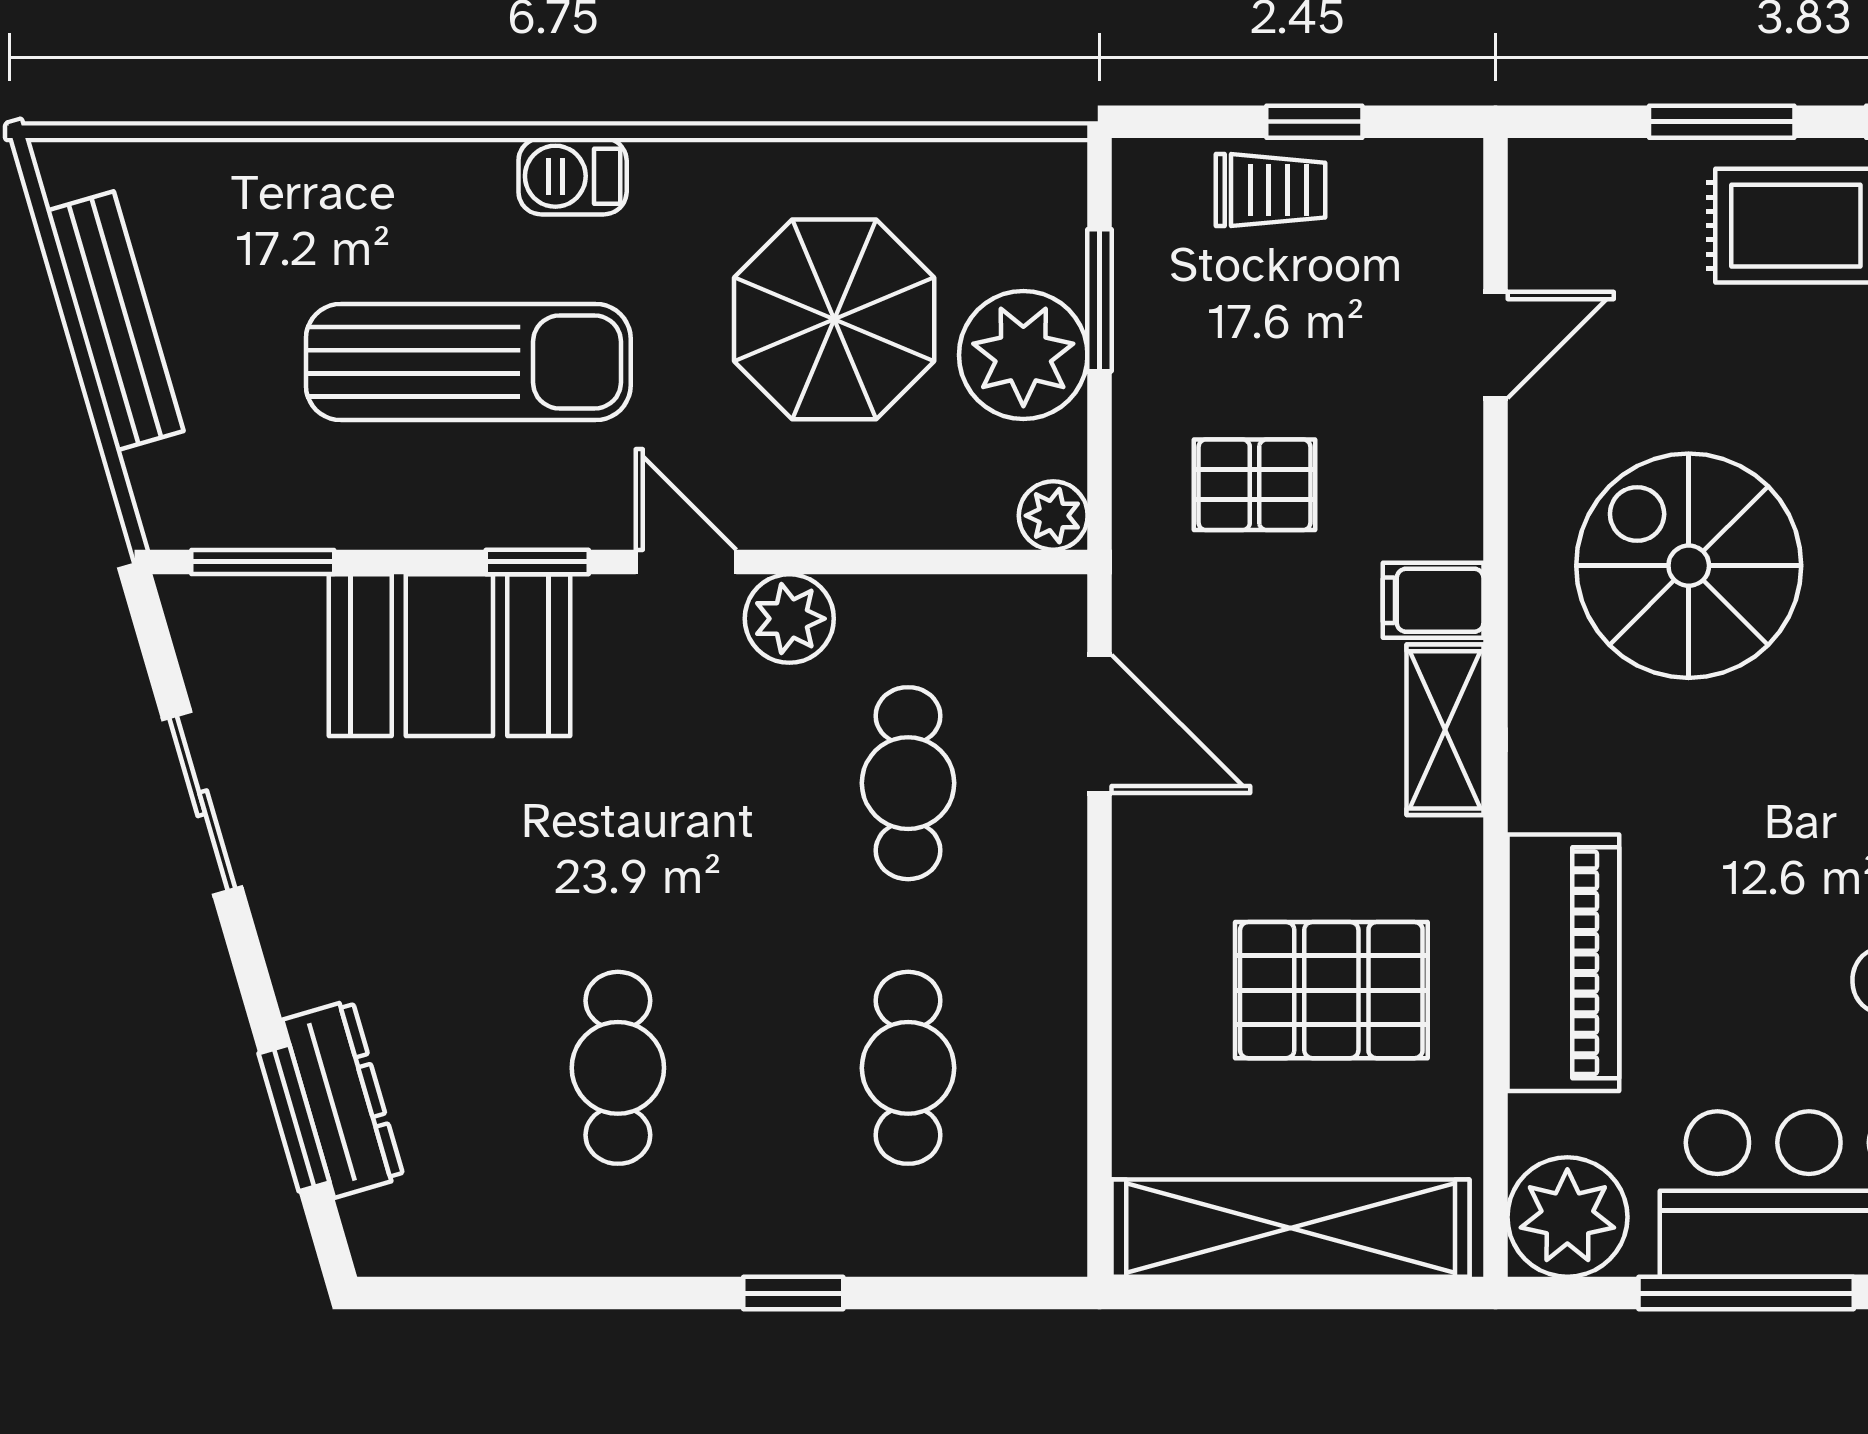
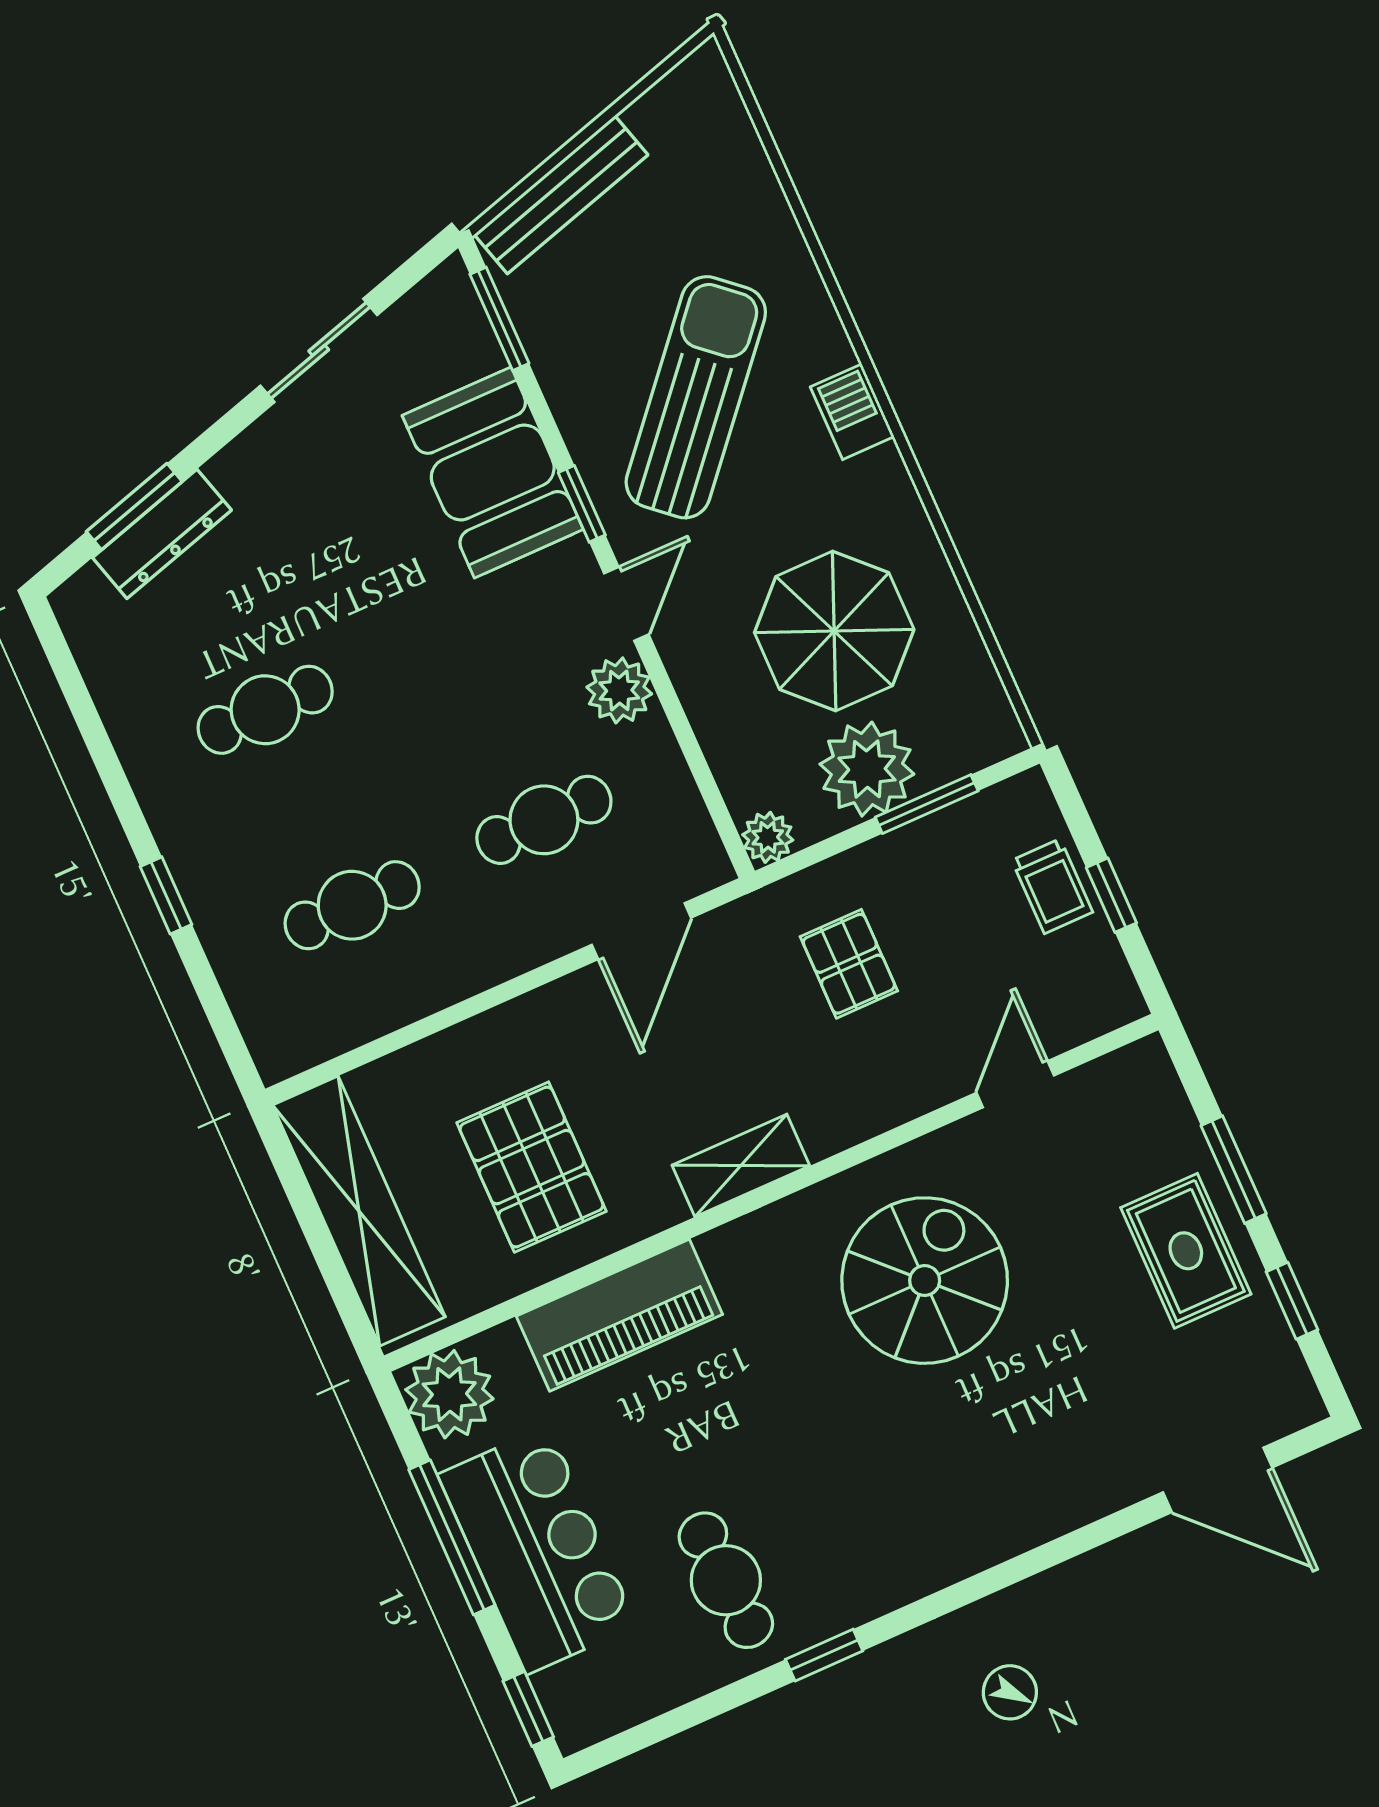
bench: (115, 321) -> (561, 195), moved
door: (1495, 345) -> (1015, 1084), swing flipped
sun lounger: (468, 362) -> (696, 397), turned -139
filing cabinet: (1433, 600) -> (825, 1119), removed

